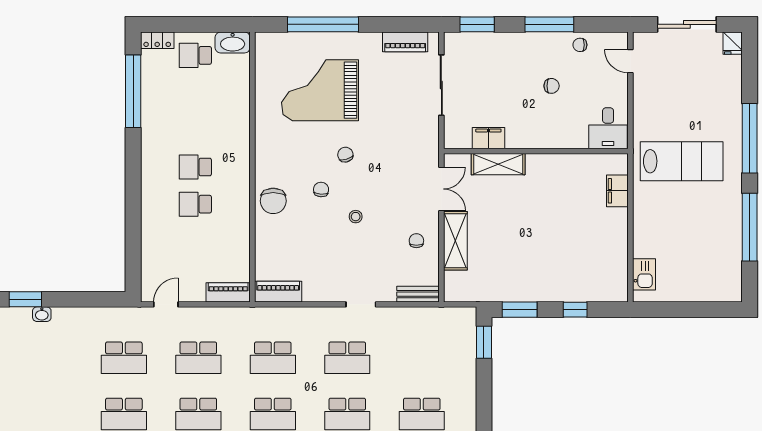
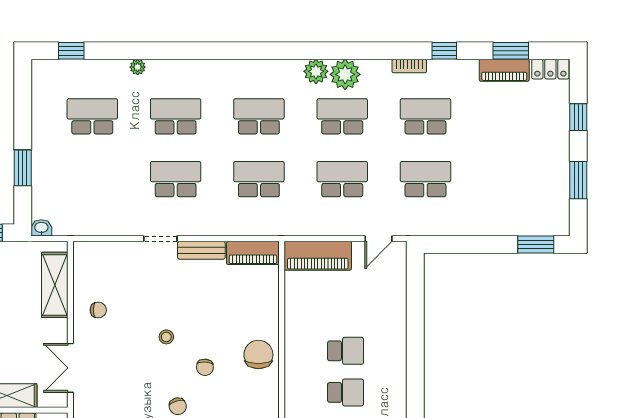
chair: (416, 241) -> (98, 310), turned -90
shelving: (455, 241) -> (55, 285), moved
piano: (228, 292) -> (318, 256), width x1.37, depth x1.33
bench: (418, 294) -> (201, 250), moved
washbasin: (42, 314) -> (41, 228), moved
window: (484, 342) -> (23, 168), moved

